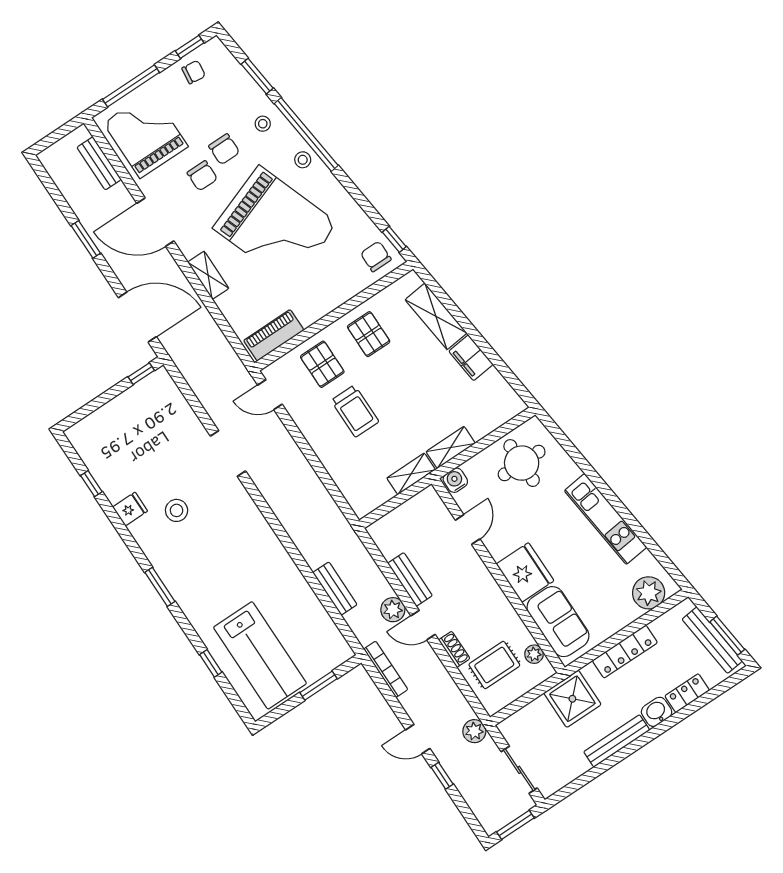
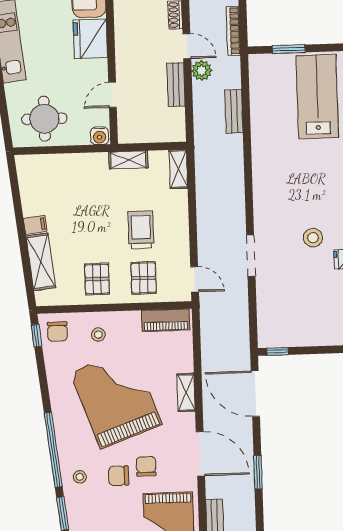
chair: (224, 149) -> (119, 476), turned -90
stool: (303, 160) -> (98, 335), moved
filing cabinet: (471, 358) -> (35, 225), width x0.50
shelving: (451, 447) -> (178, 169), moved, turned 90

